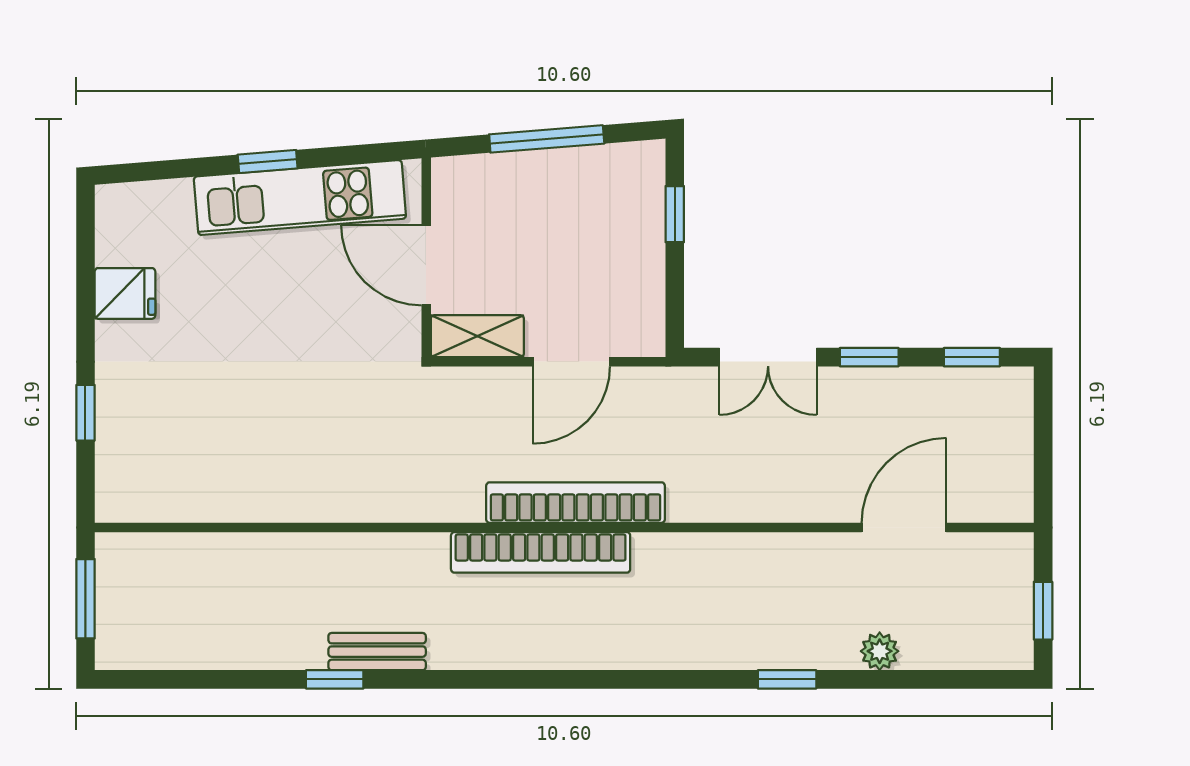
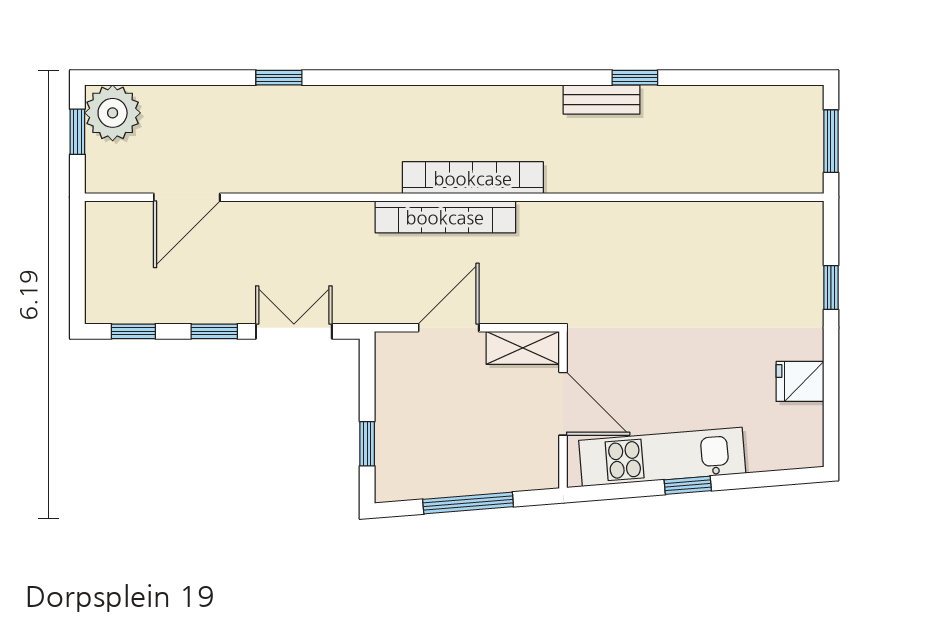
plant: (880, 651) -> (113, 113), moved, width x1.87, depth x1.87

